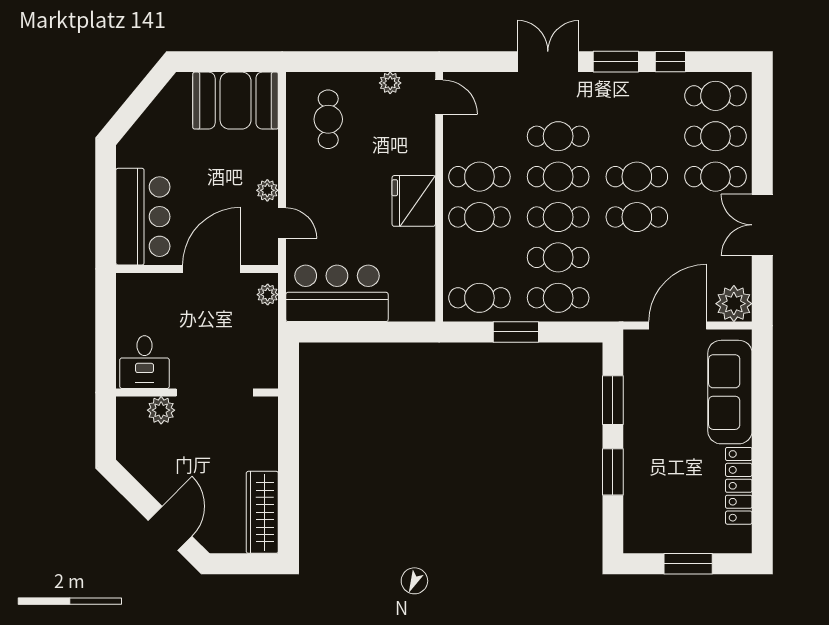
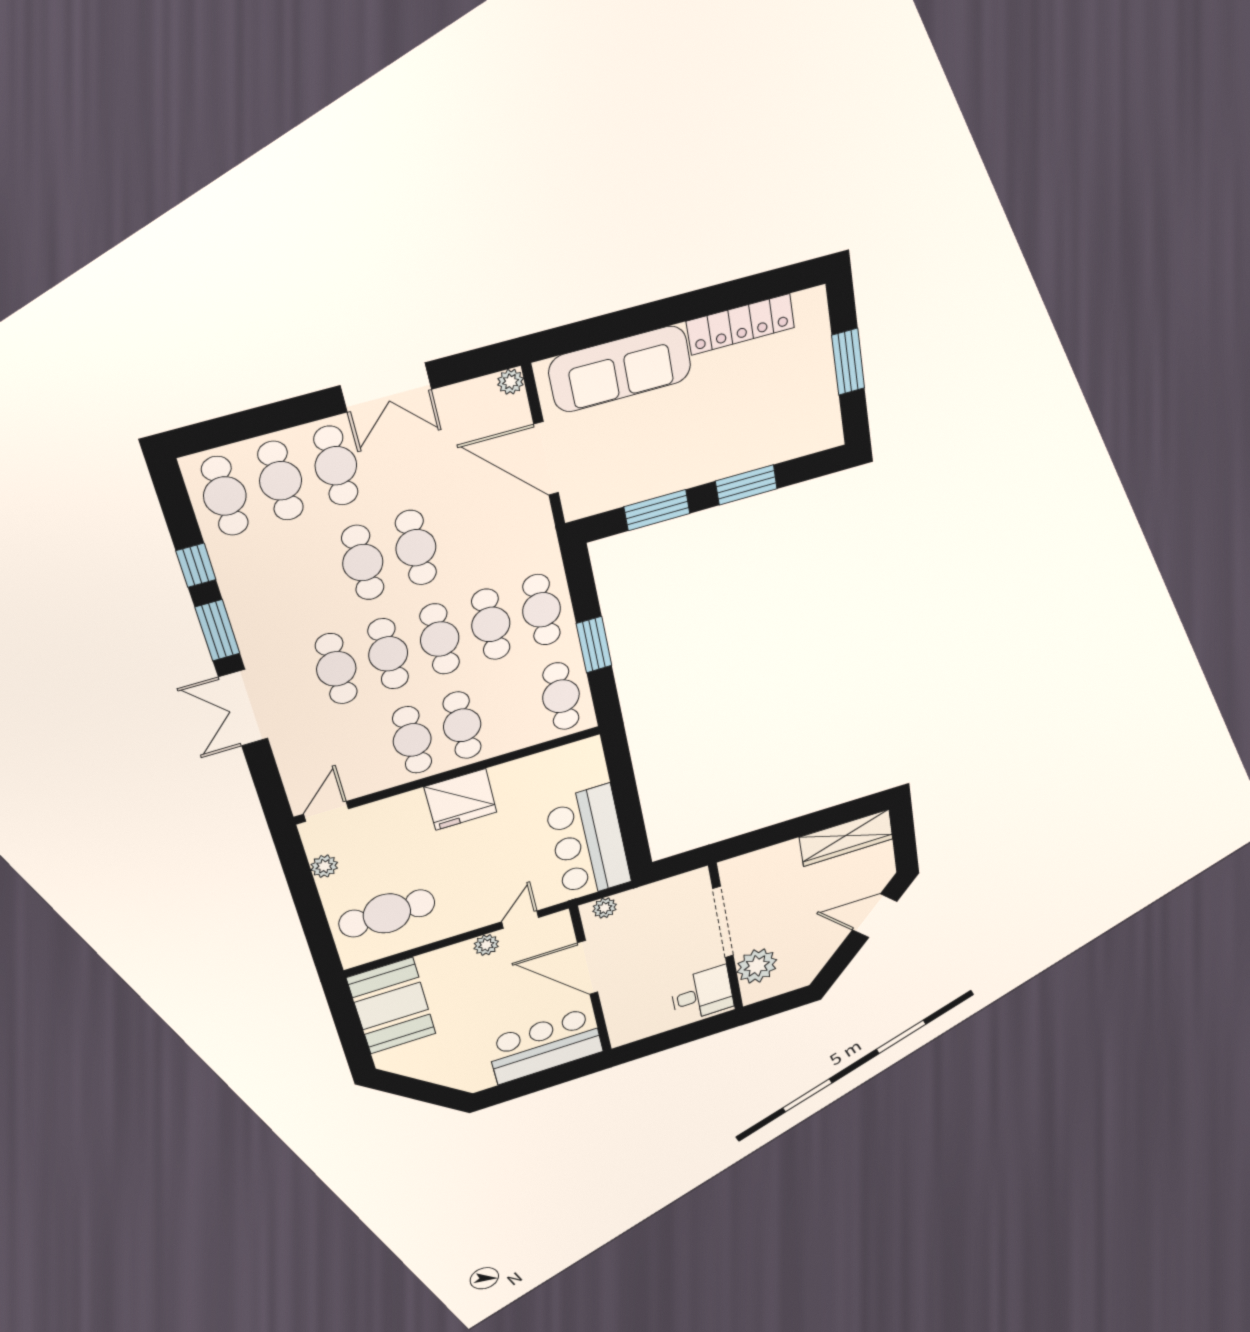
cafe table: (328, 119) -> (387, 913), width x1.37, depth x1.35
plant: (734, 304) -> (511, 382), width x0.53, depth x0.53
plant: (161, 410) -> (757, 966), width x1.36, depth x1.36

